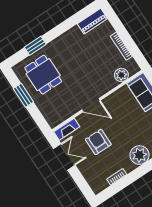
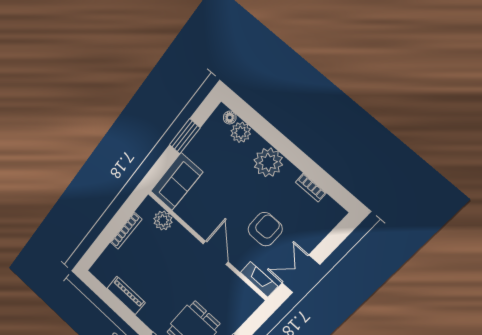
piano: (92, 21) -> (126, 295), moved
armchair: (98, 142) -> (265, 229), turned 180

